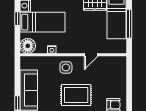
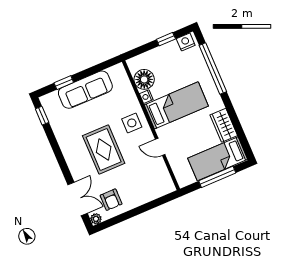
bed: (42, 22) -> (176, 105), moved, turned -90
floor lamp: (28, 46) -> (144, 79), moved

